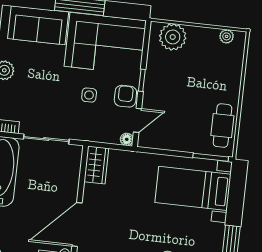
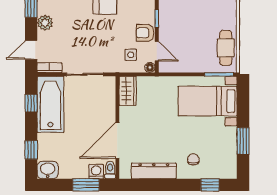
side table: (89, 95) -> (131, 55), moved
armchair: (125, 96) -> (145, 33), turned -90
door: (137, 120) -> (157, 51), hinge flipped

